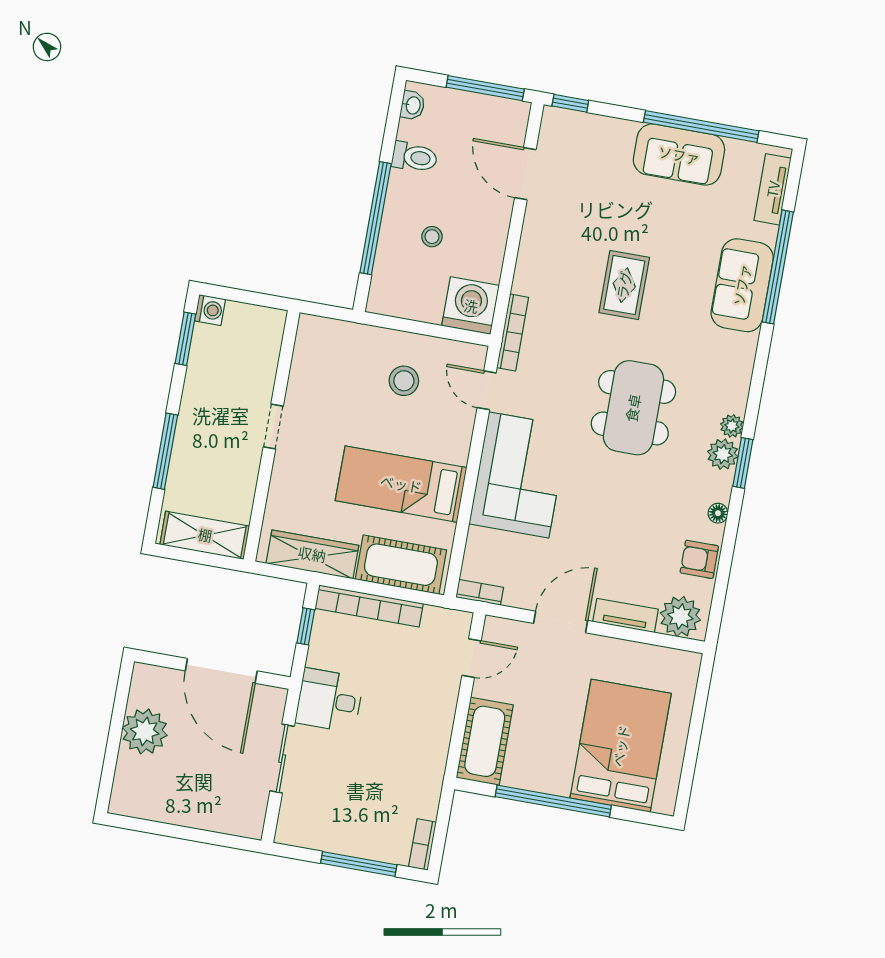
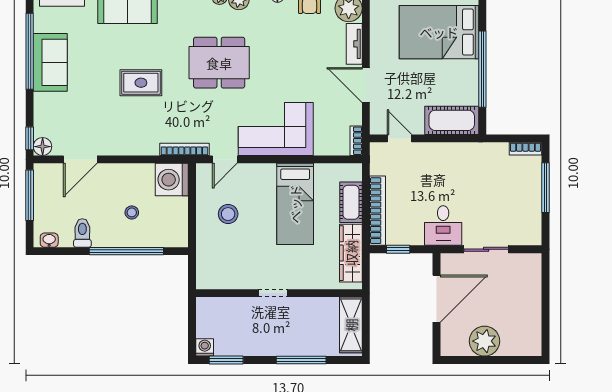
floor lamp: (555, 120) -> (43, 147), added
cot: (401, 565) -> (351, 202), width x0.73, depth x0.75

